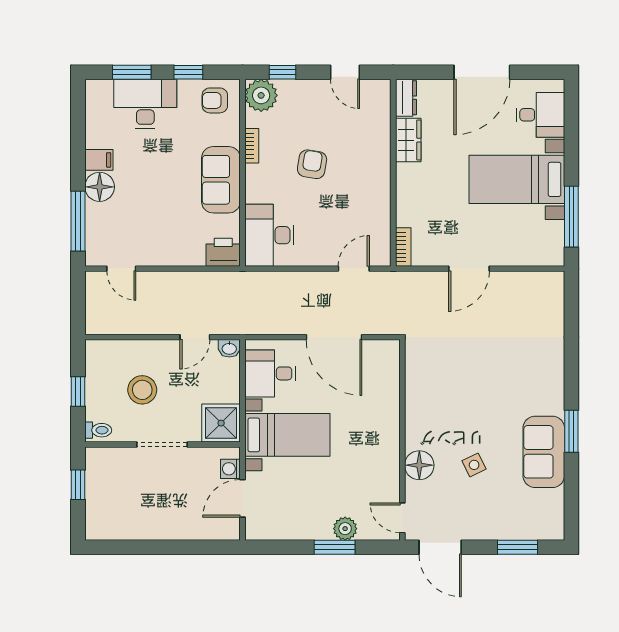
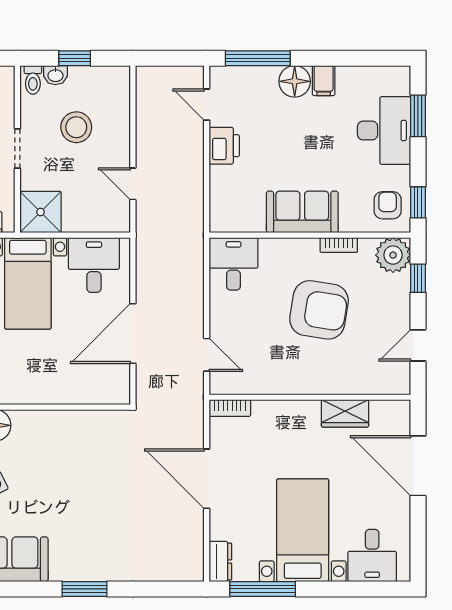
window: (188, 72) -> (418, 202), moved
door: (482, 72) -> (418, 466), moved
dresser: (406, 98) -> (220, 561), moved, turned -90
armchair: (312, 164) -> (319, 310), width x1.88, depth x1.88
desk: (269, 235) -> (234, 264), width x0.73
printer: (223, 252) -> (224, 146), moved
door: (121, 269) -> (207, 105), hinge flipped
door: (469, 269) -> (207, 479), width x1.36
washbasin: (229, 348) -> (55, 75), moved, turned -90
window: (571, 431) -> (84, 589), moved
doorway: (162, 445) -> (17, 148), width x0.73

